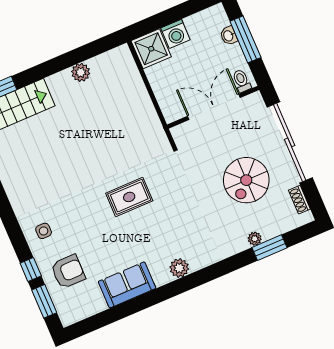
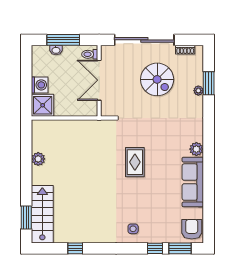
armchair: (68, 272) -> (192, 229), moved
sofa: (127, 285) -> (193, 182), width x1.36

